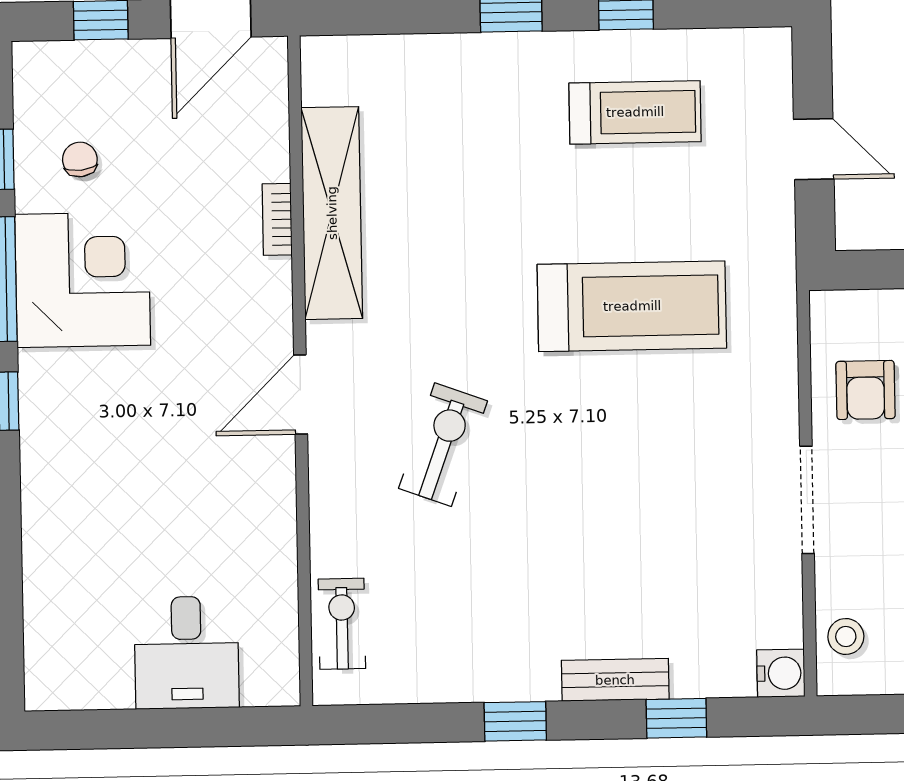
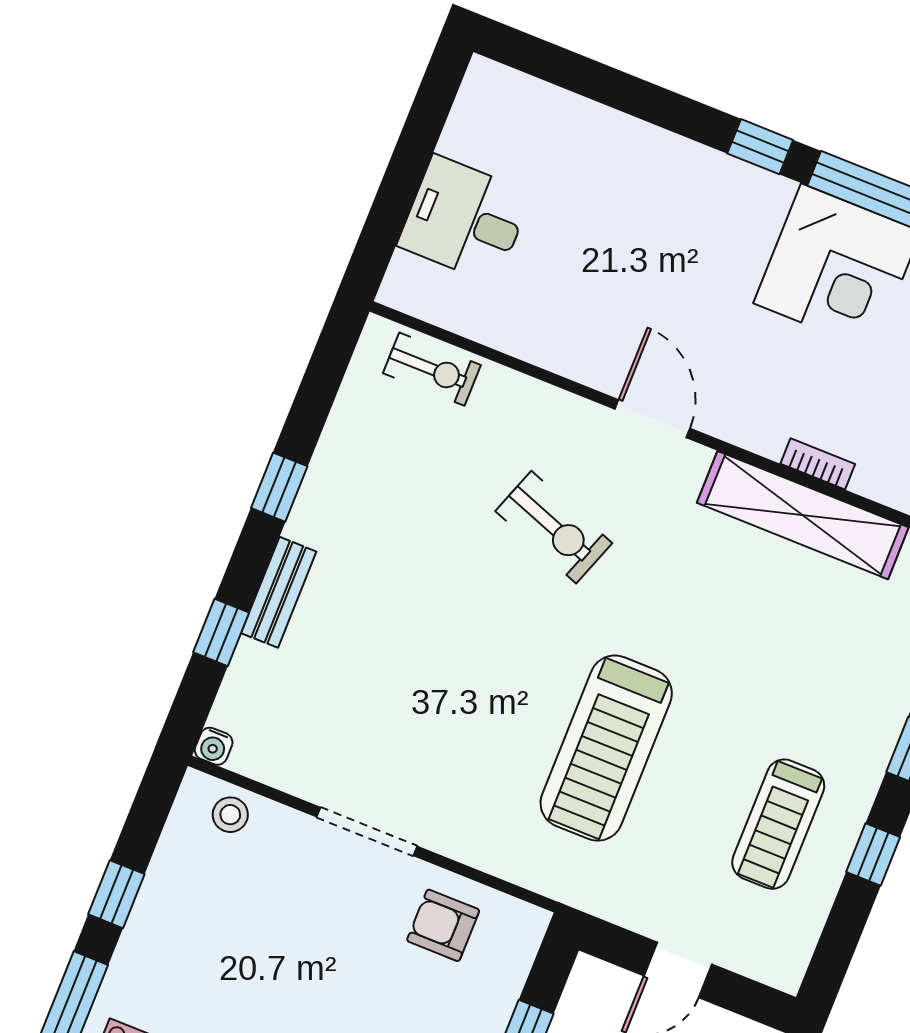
water cooler: (781, 673) -> (214, 746), width x0.72, depth x0.72

